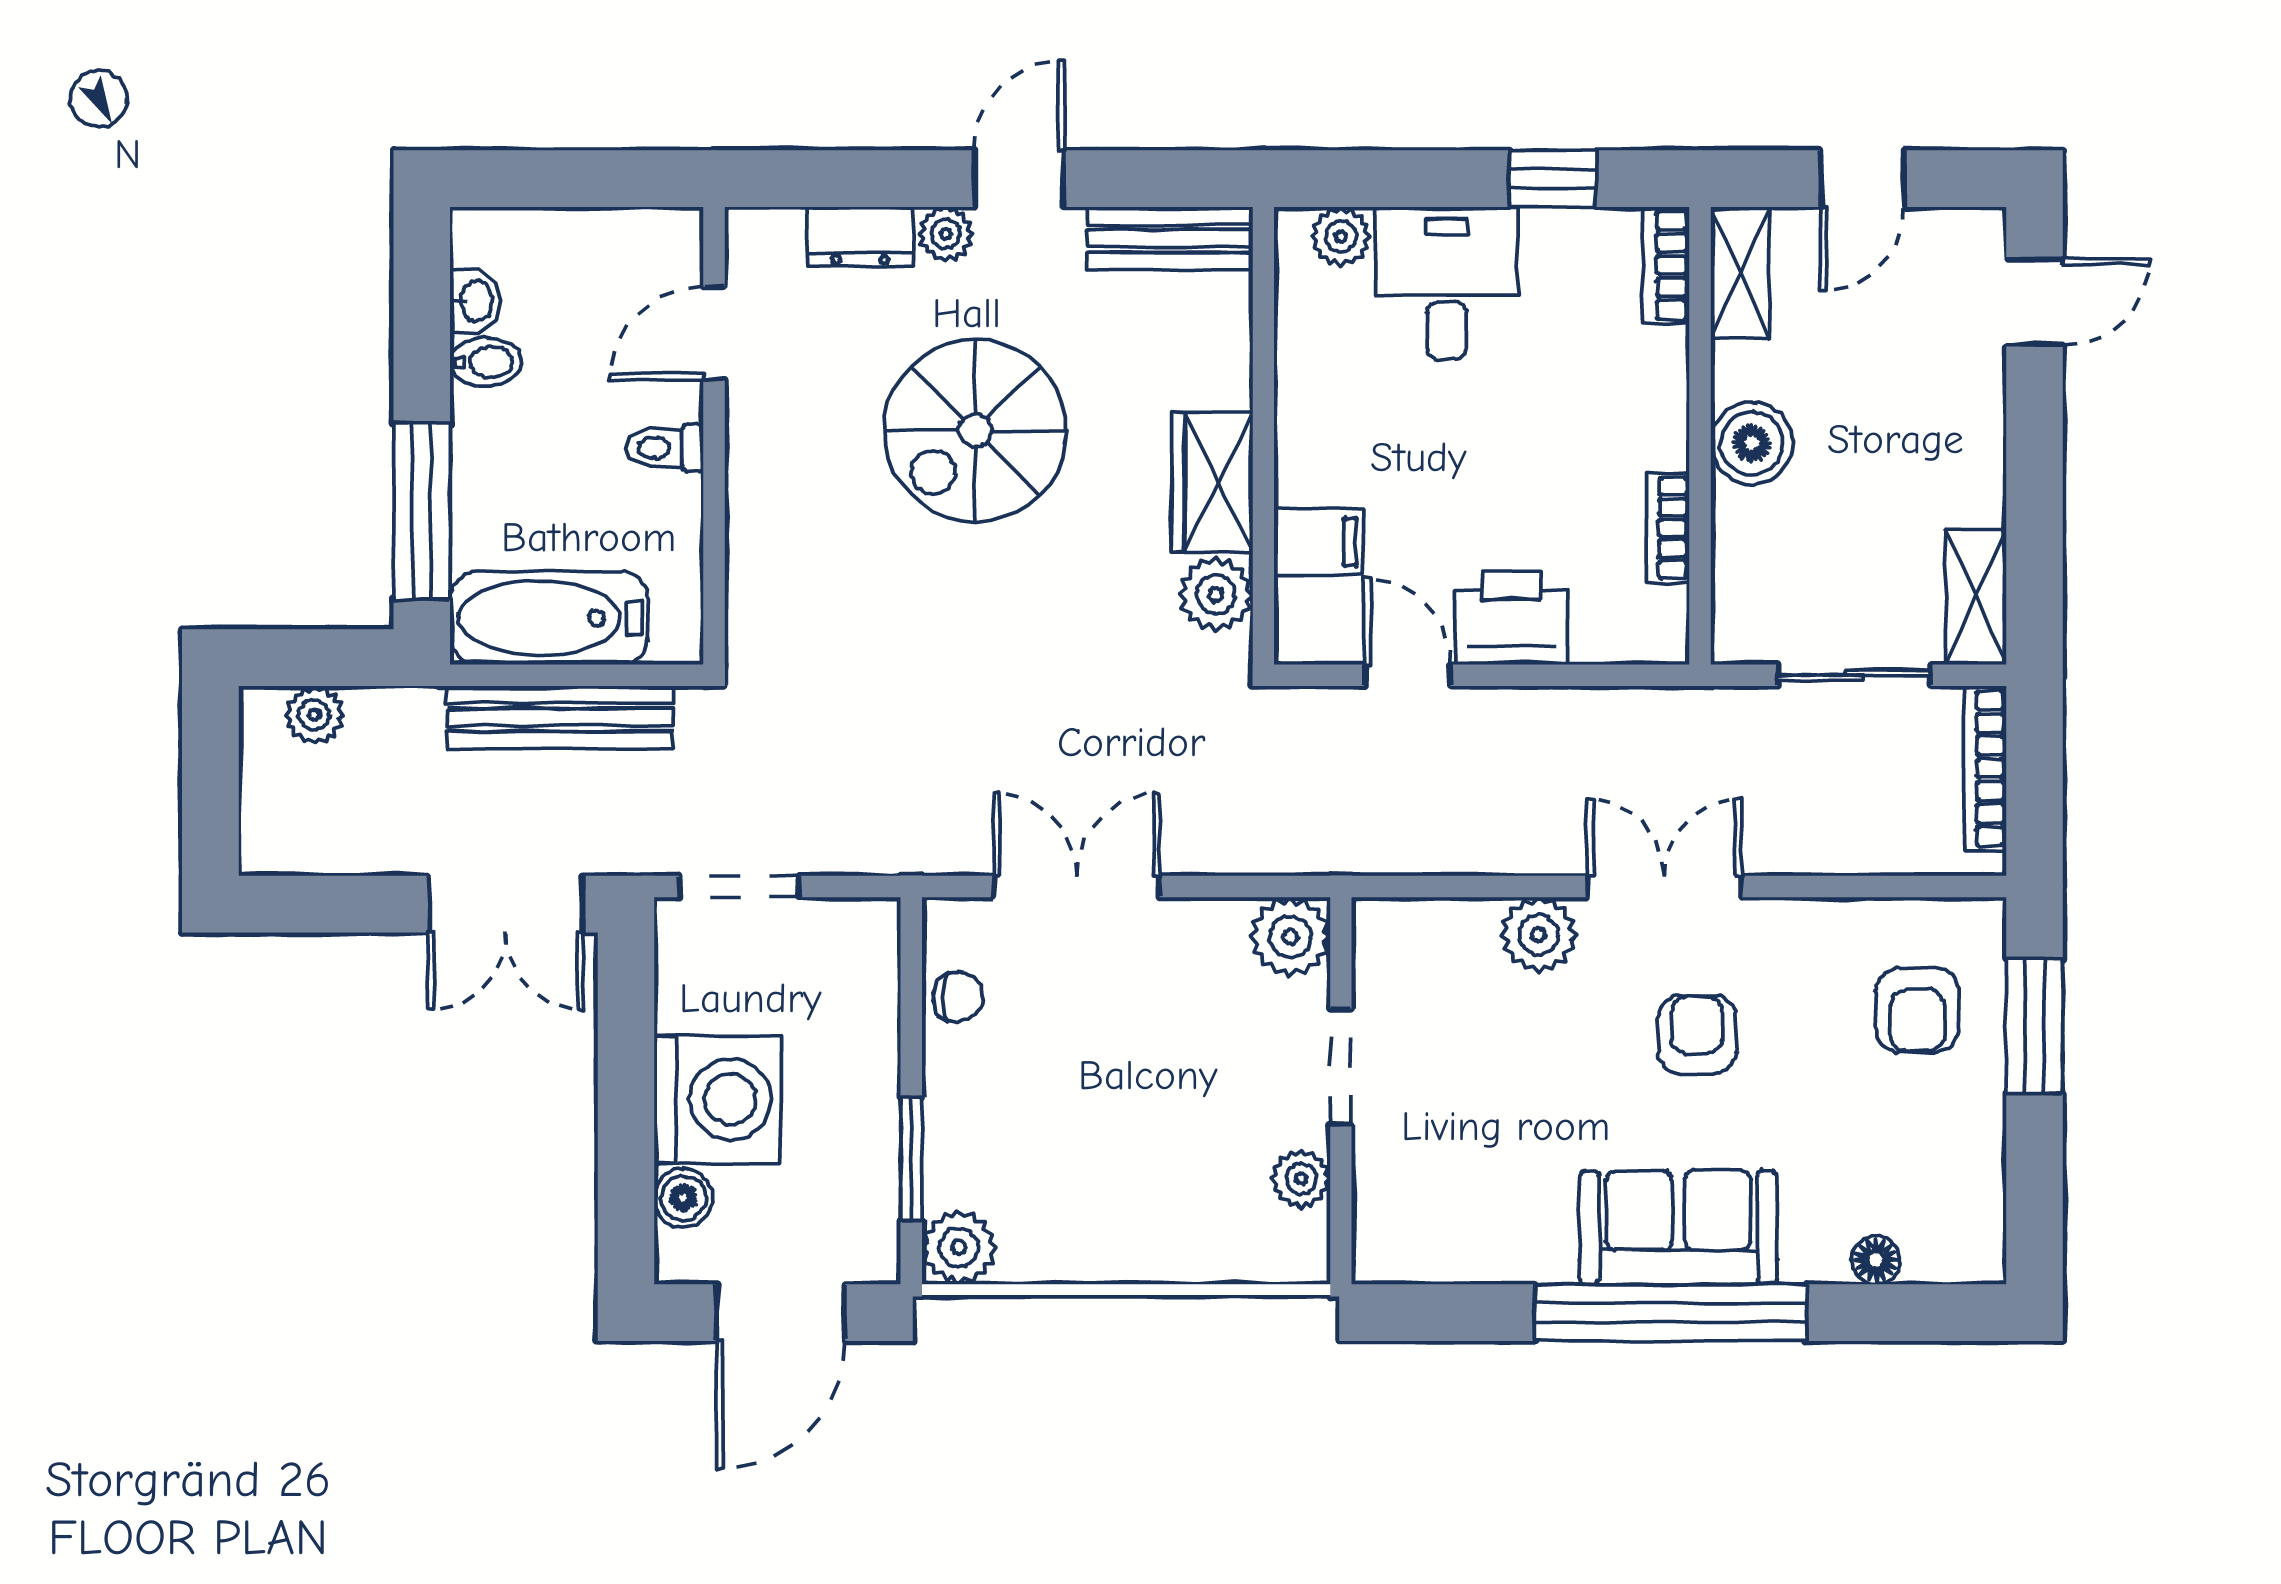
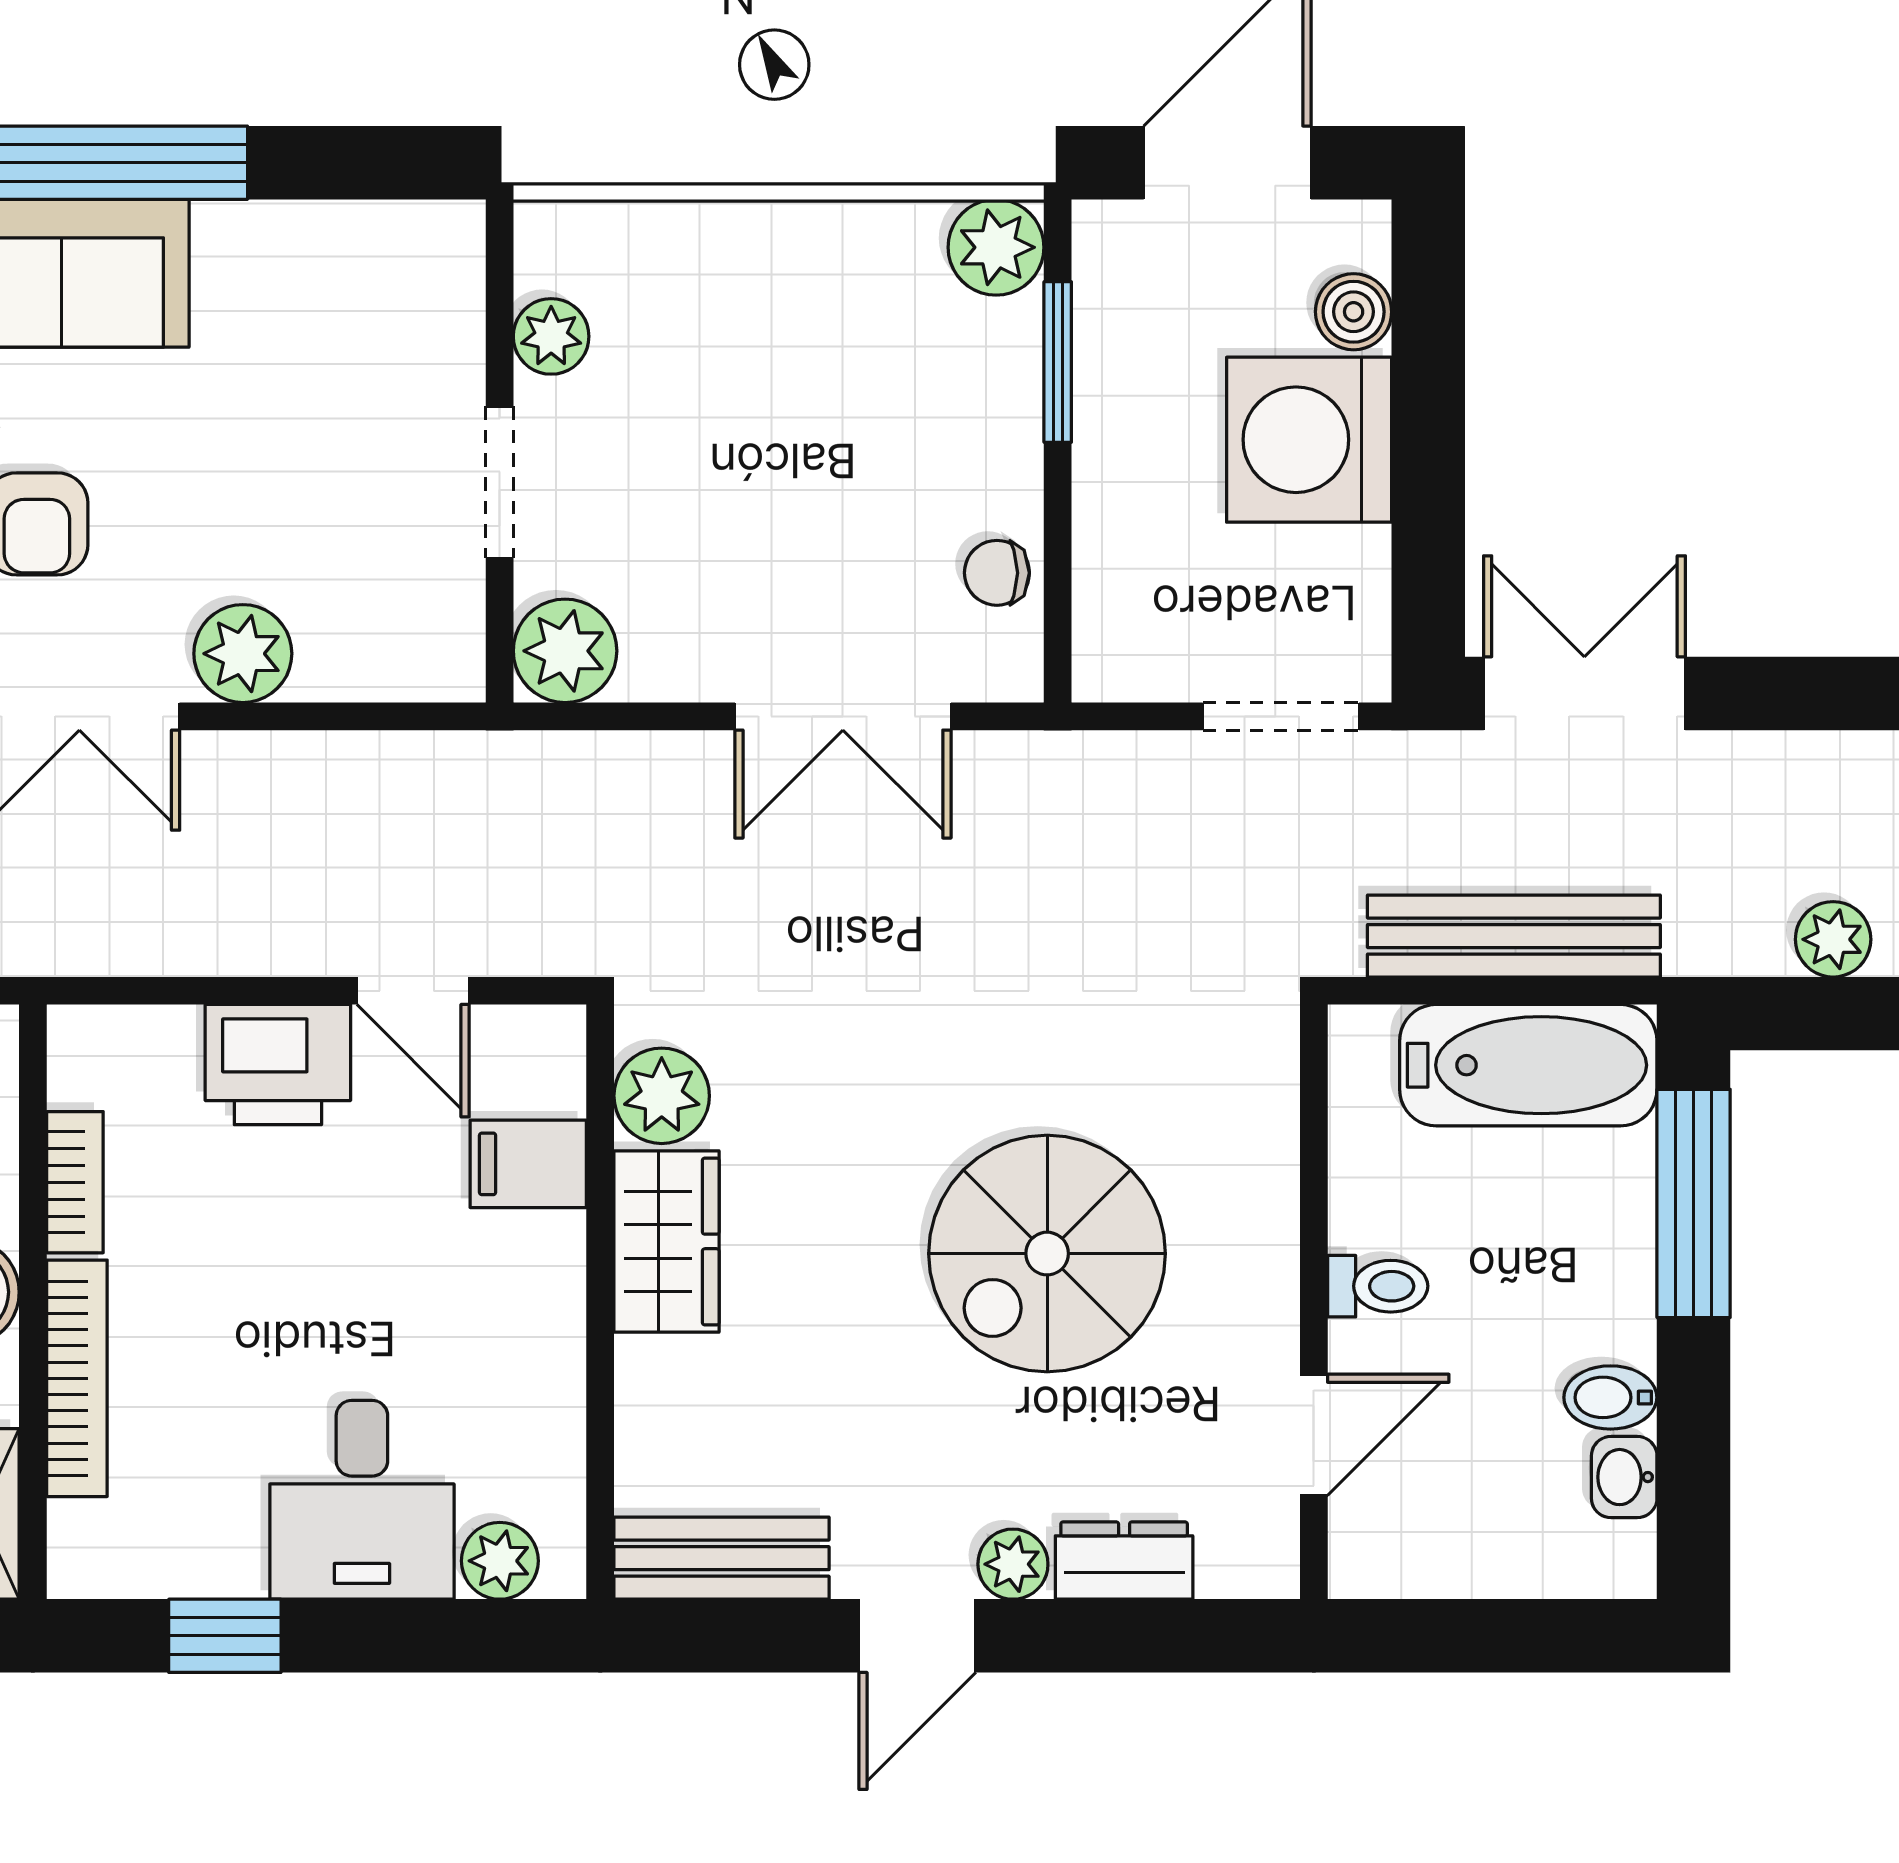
bookcase: (1666, 265) -> (77, 1378), moved, width x1.56
spiral stairs: (975, 430) -> (1047, 1254), moved, turned 180

